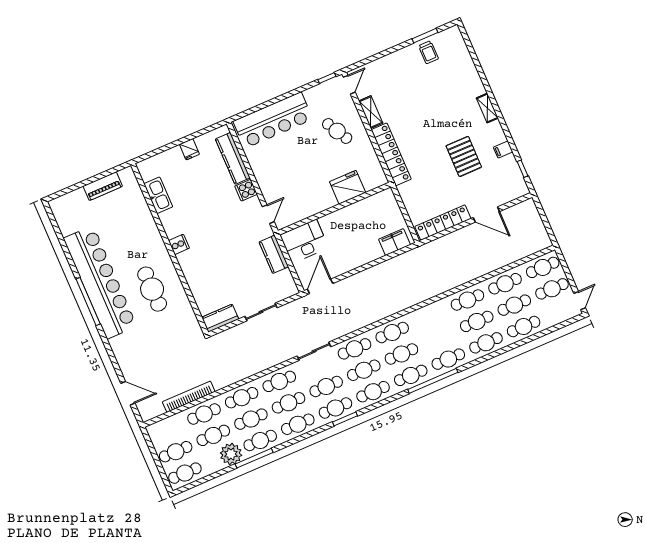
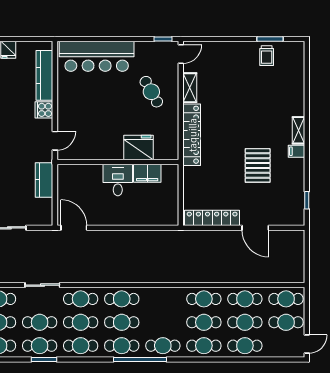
filing cabinet: (503, 149) -> (297, 151), moved
desk: (304, 241) -> (118, 180), moved, width x0.73
filing cabinet: (394, 242) -> (147, 173), moved, turned 180
door: (320, 286) -> (74, 228), hinge flipped

